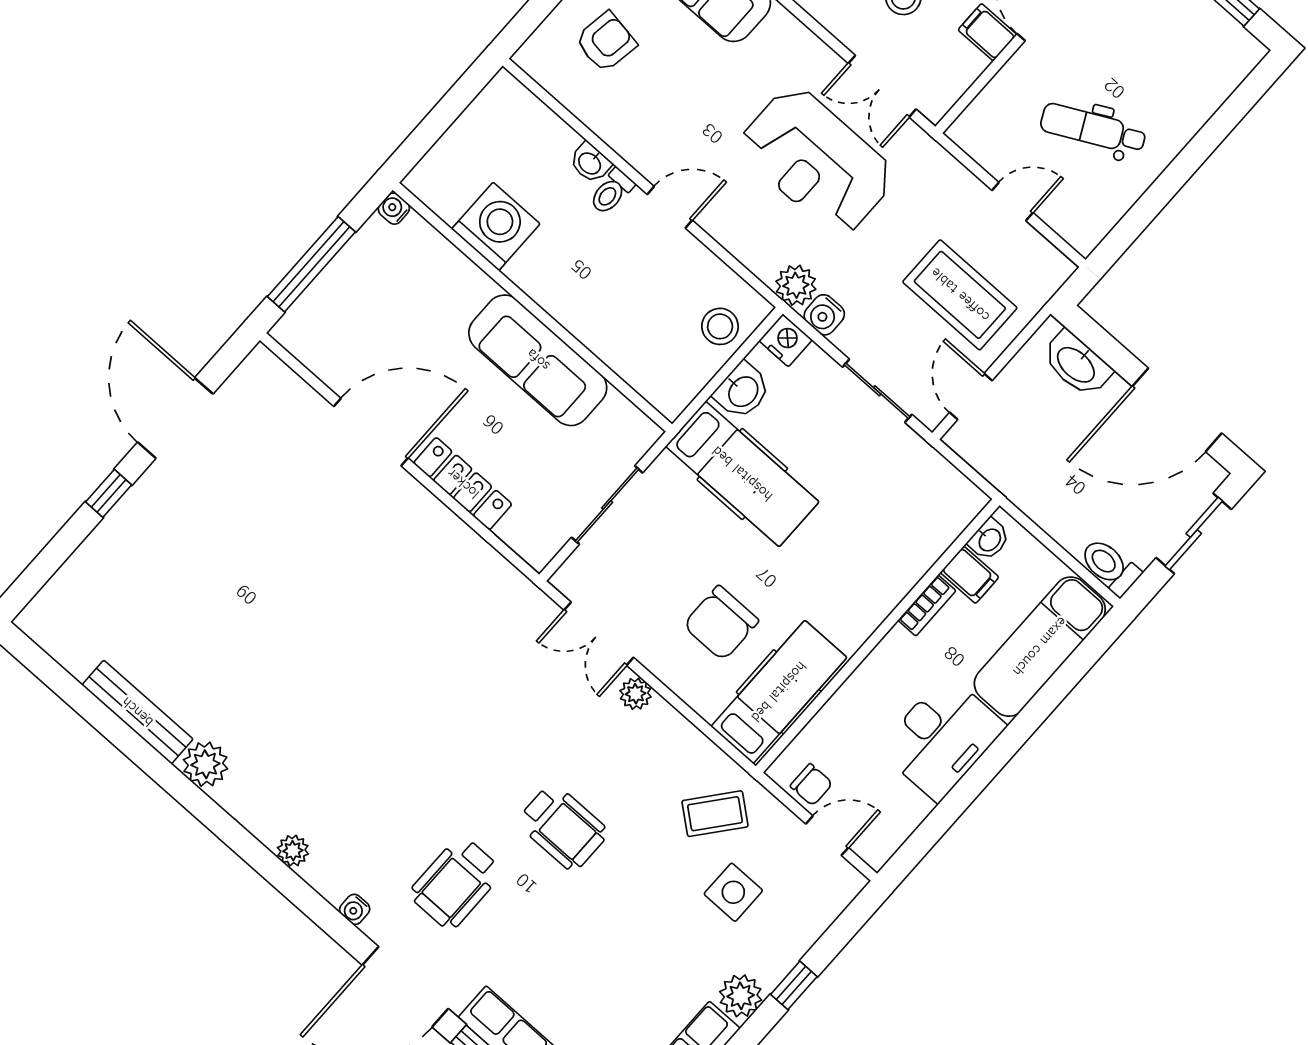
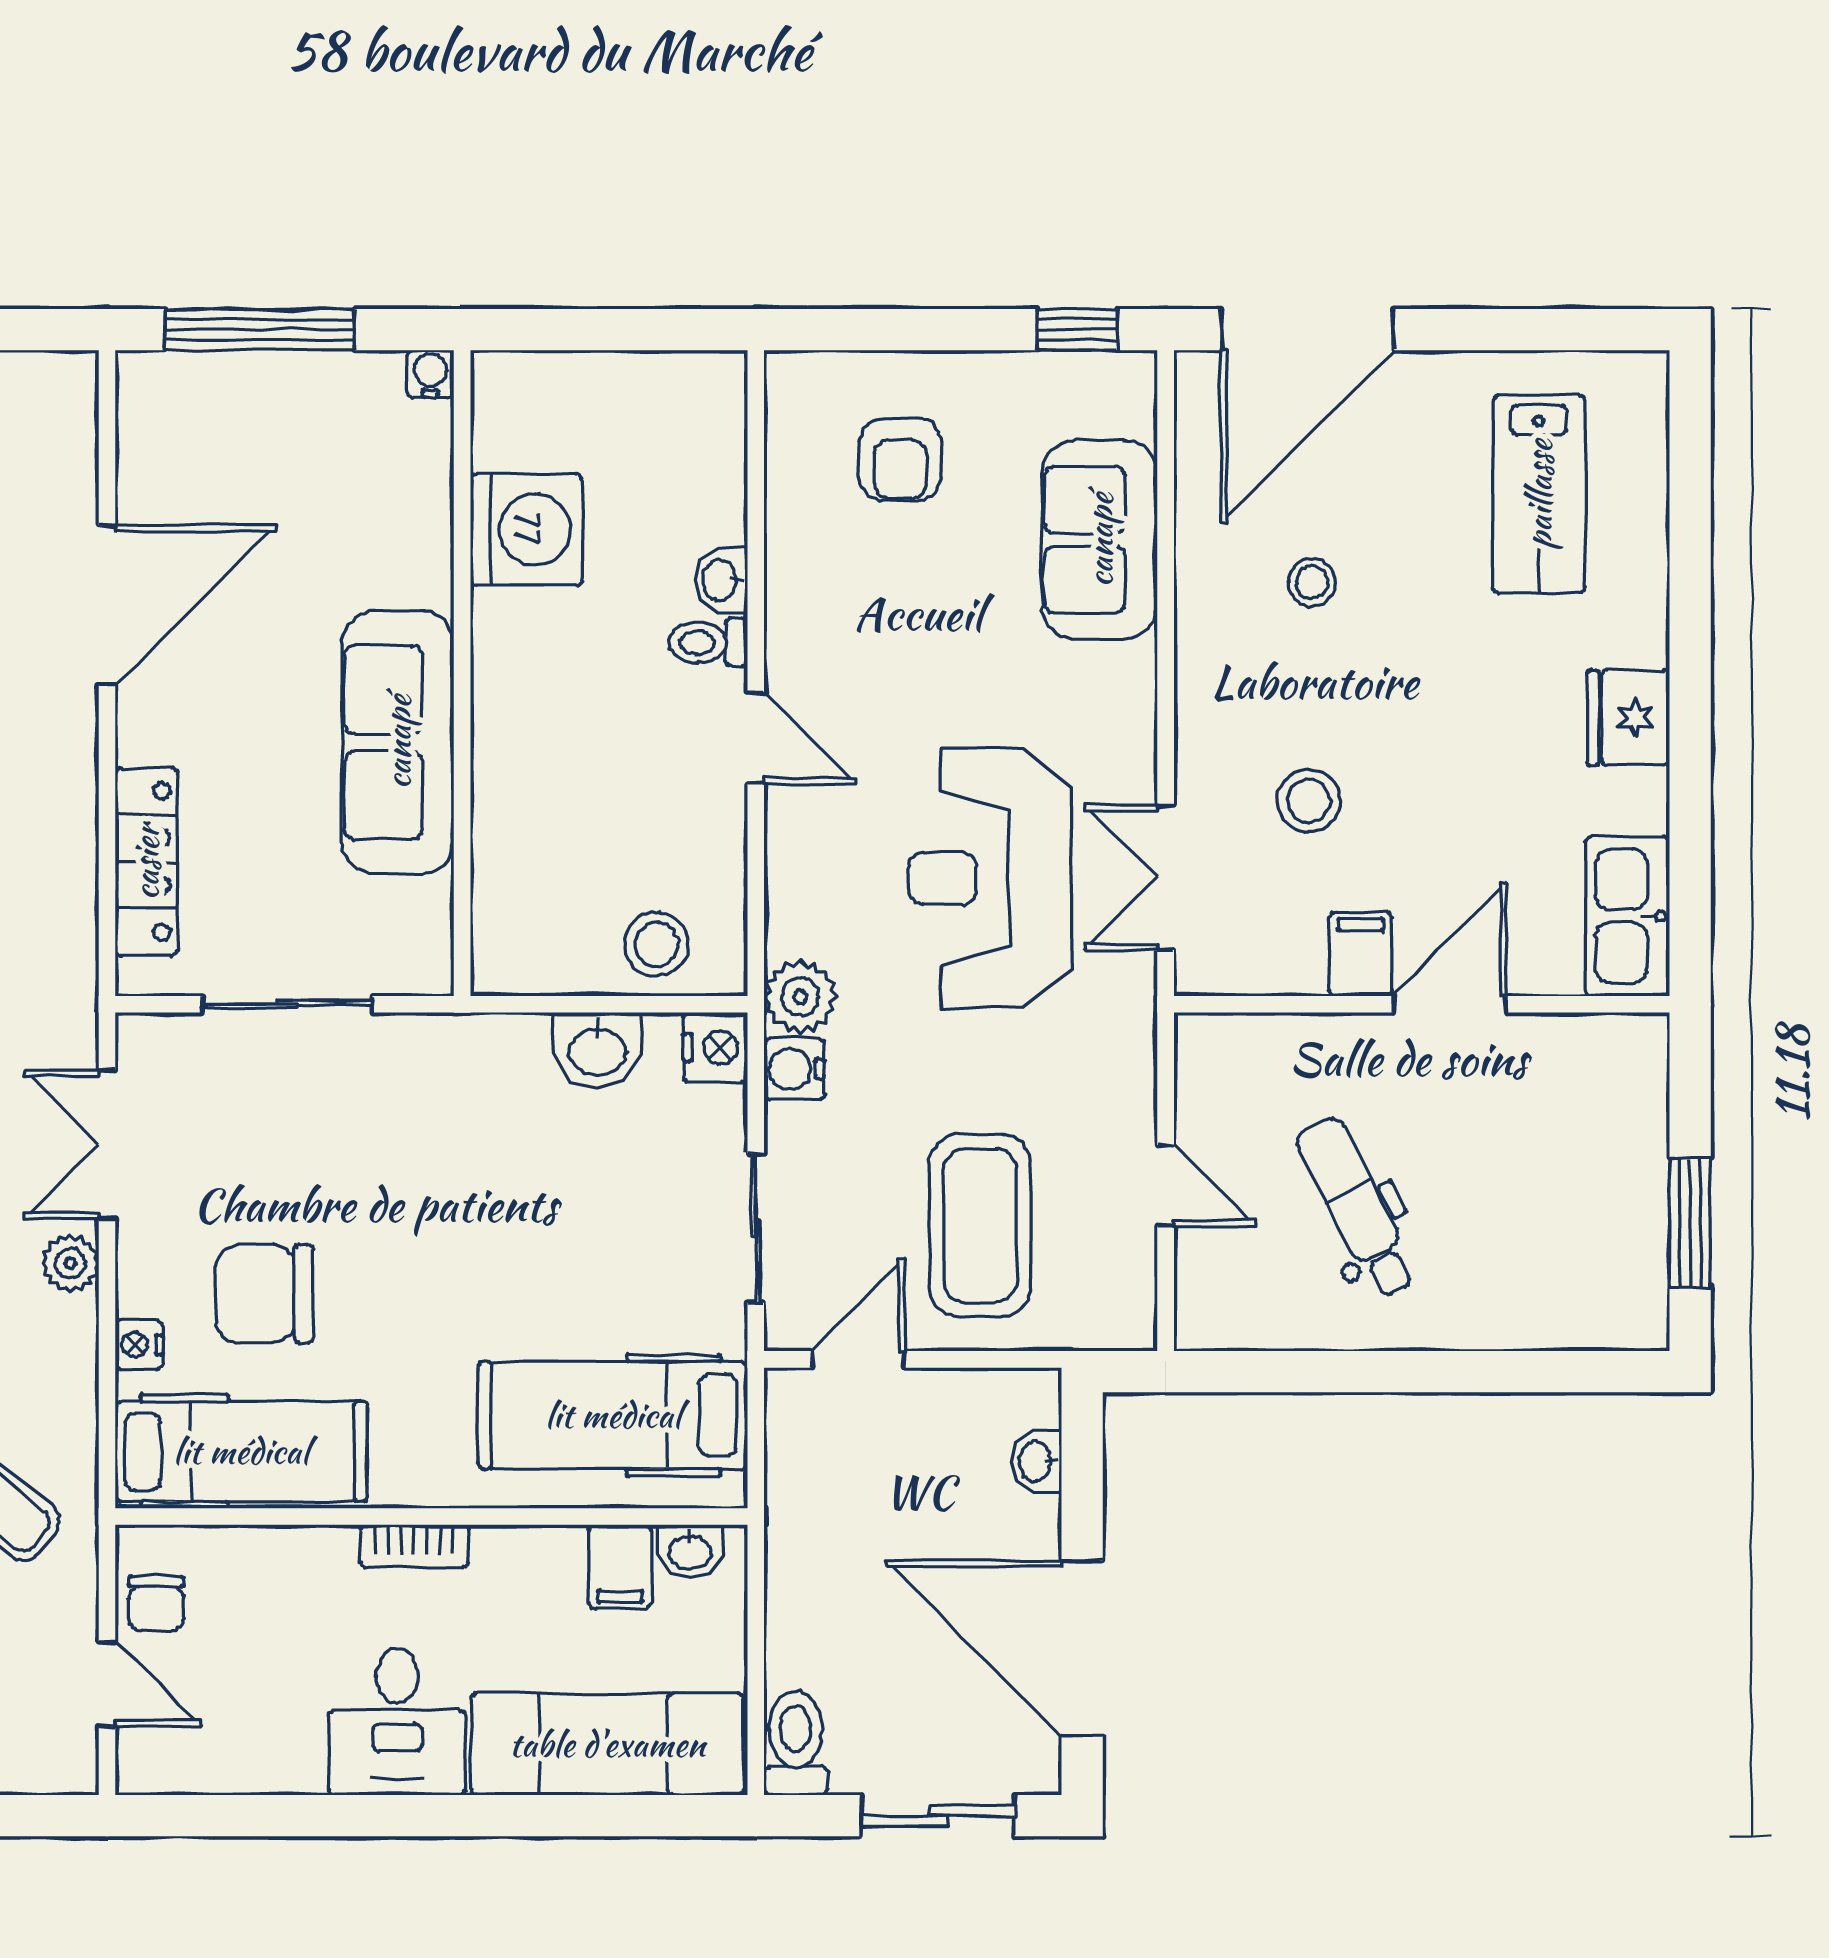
armchair: (606, 42) -> (900, 459), turned 81
washbasin: (1077, 364) -> (1037, 1461), width x0.52, depth x0.69
door: (371, 432) -> (107, 606), hinge flipped
hospital bed: (742, 474) -> (613, 1415), moved, turned 90
locker: (463, 484) -> (146, 862), moved
bookcase: (927, 605) -> (414, 1546), moved
nightstand: (696, 695) -> (139, 1345), added
desk: (942, 738) -> (397, 1722), width x0.73

